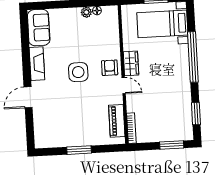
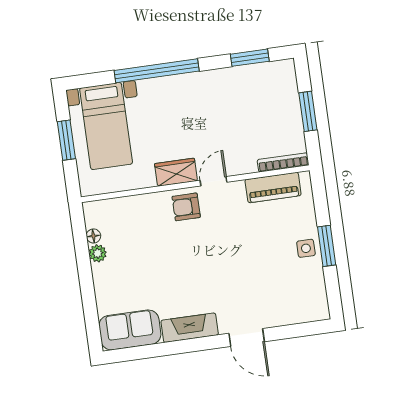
side table: (78, 72) -> (306, 248), moved, width x0.54, depth x0.54
window: (172, 145) -> (308, 111), moved

